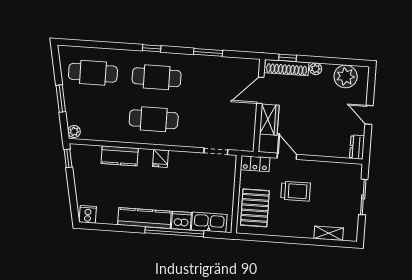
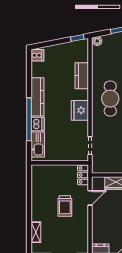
fridge: (161, 158) -> (80, 110), width x1.88, depth x1.34
pallet: (255, 208) -> (51, 177), removed

